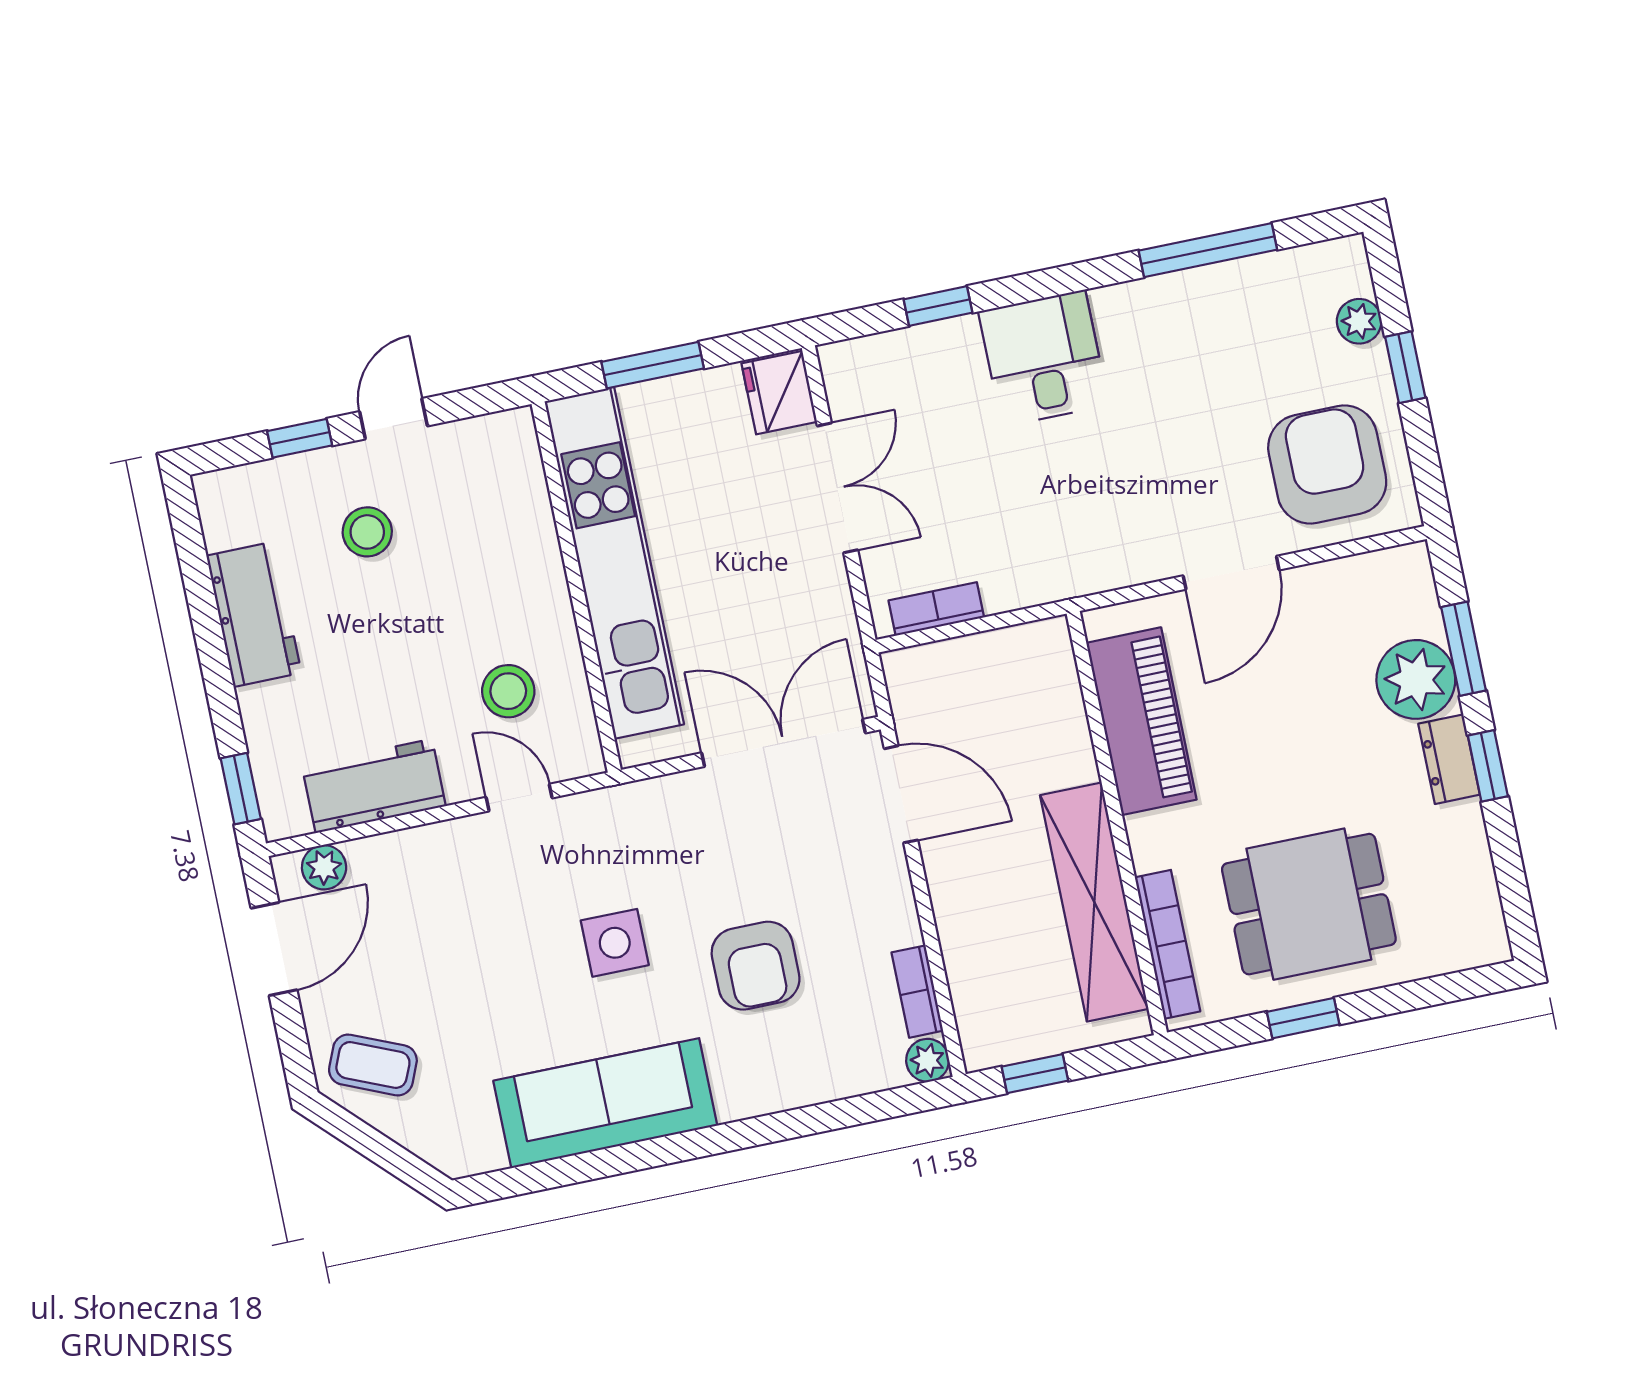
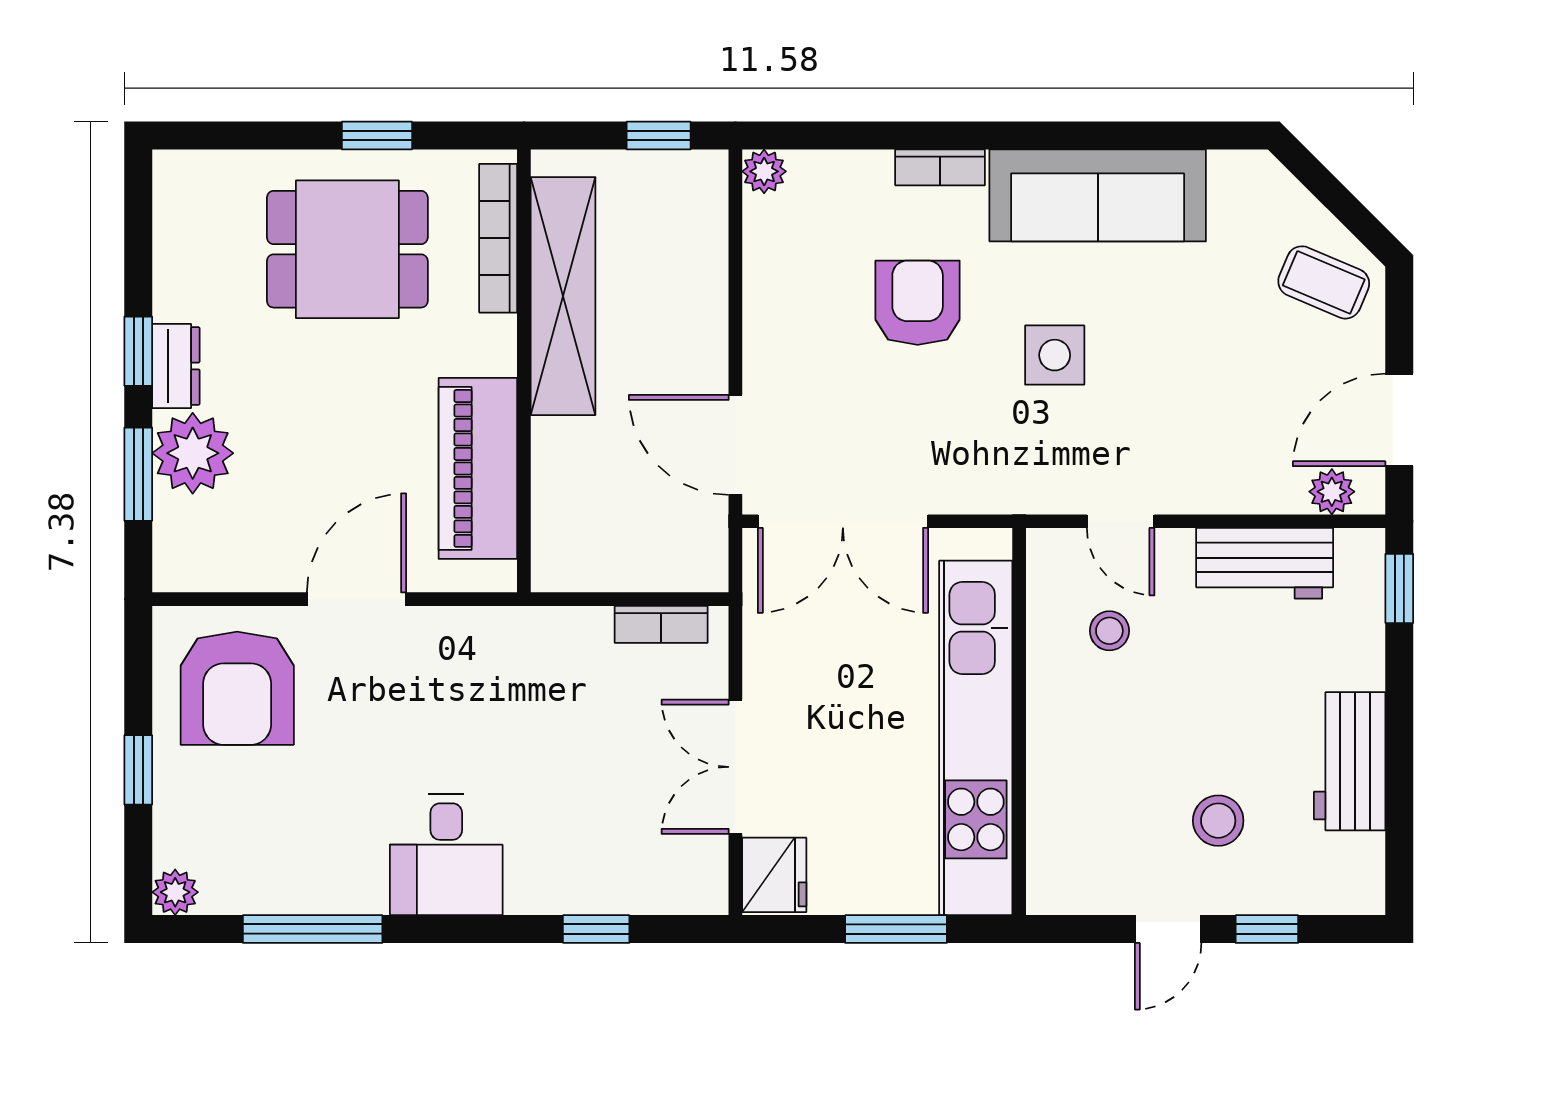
plant: (1359, 321) -> (175, 892), moved
desk: (1044, 358) -> (446, 854), moved
stool: (508, 691) -> (1109, 631), width x0.73, depth x0.73
bookcase: (917, 992) -> (940, 167), moved, turned 90

